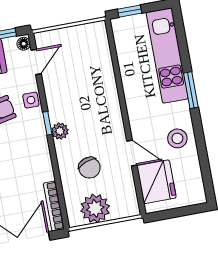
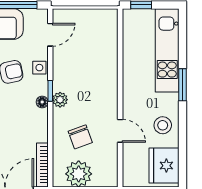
floor lamp: (24, 44) -> (42, 102), moved
fridge: (156, 182) -> (164, 166), moved, turned 180

